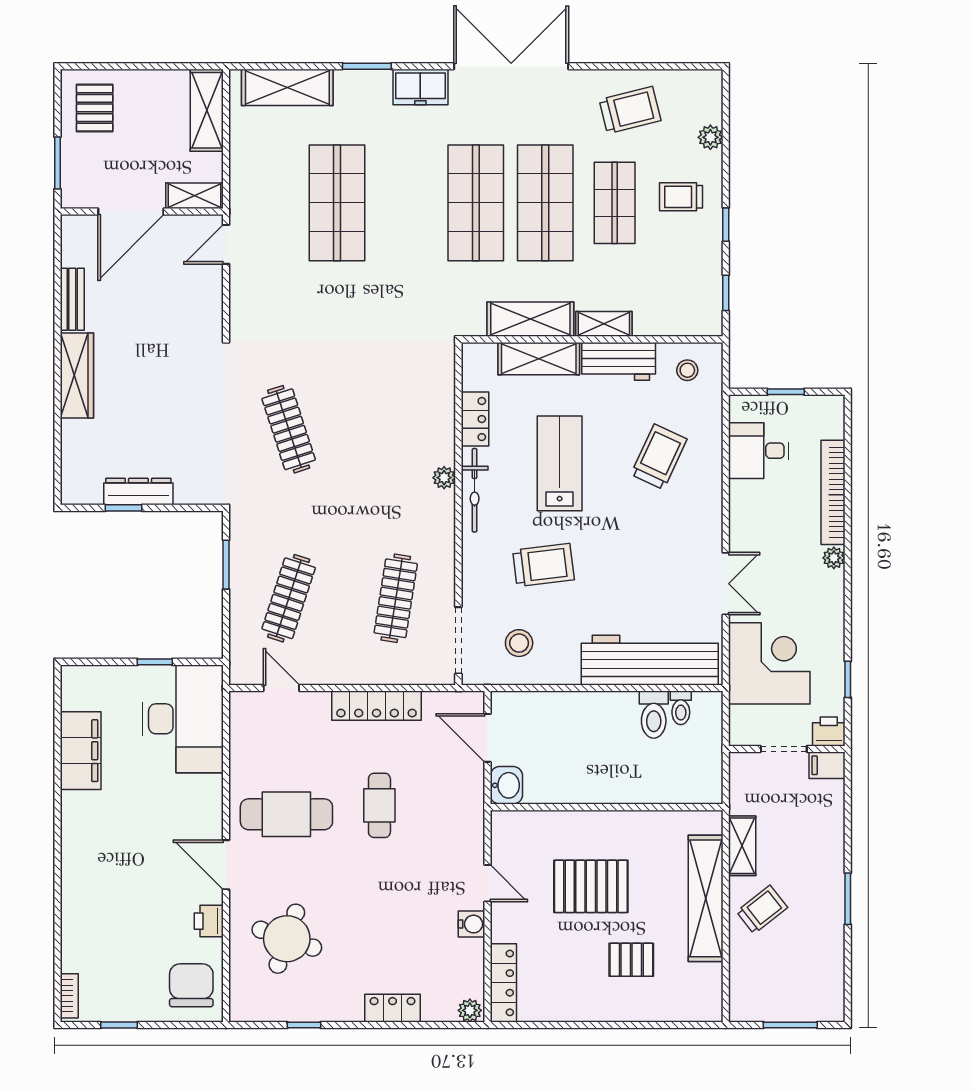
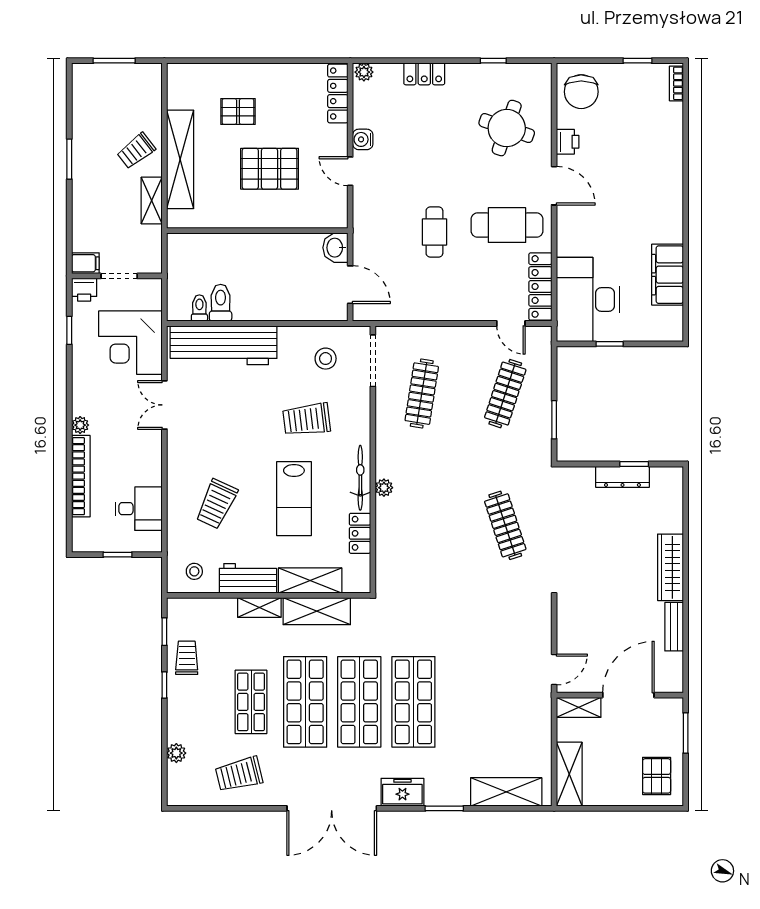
trolley: (681, 197) -> (187, 658), moved, turned -90
shop shelf: (337, 203) -> (413, 702), moved
locker: (377, 706) -> (540, 286), moved, turned -90

